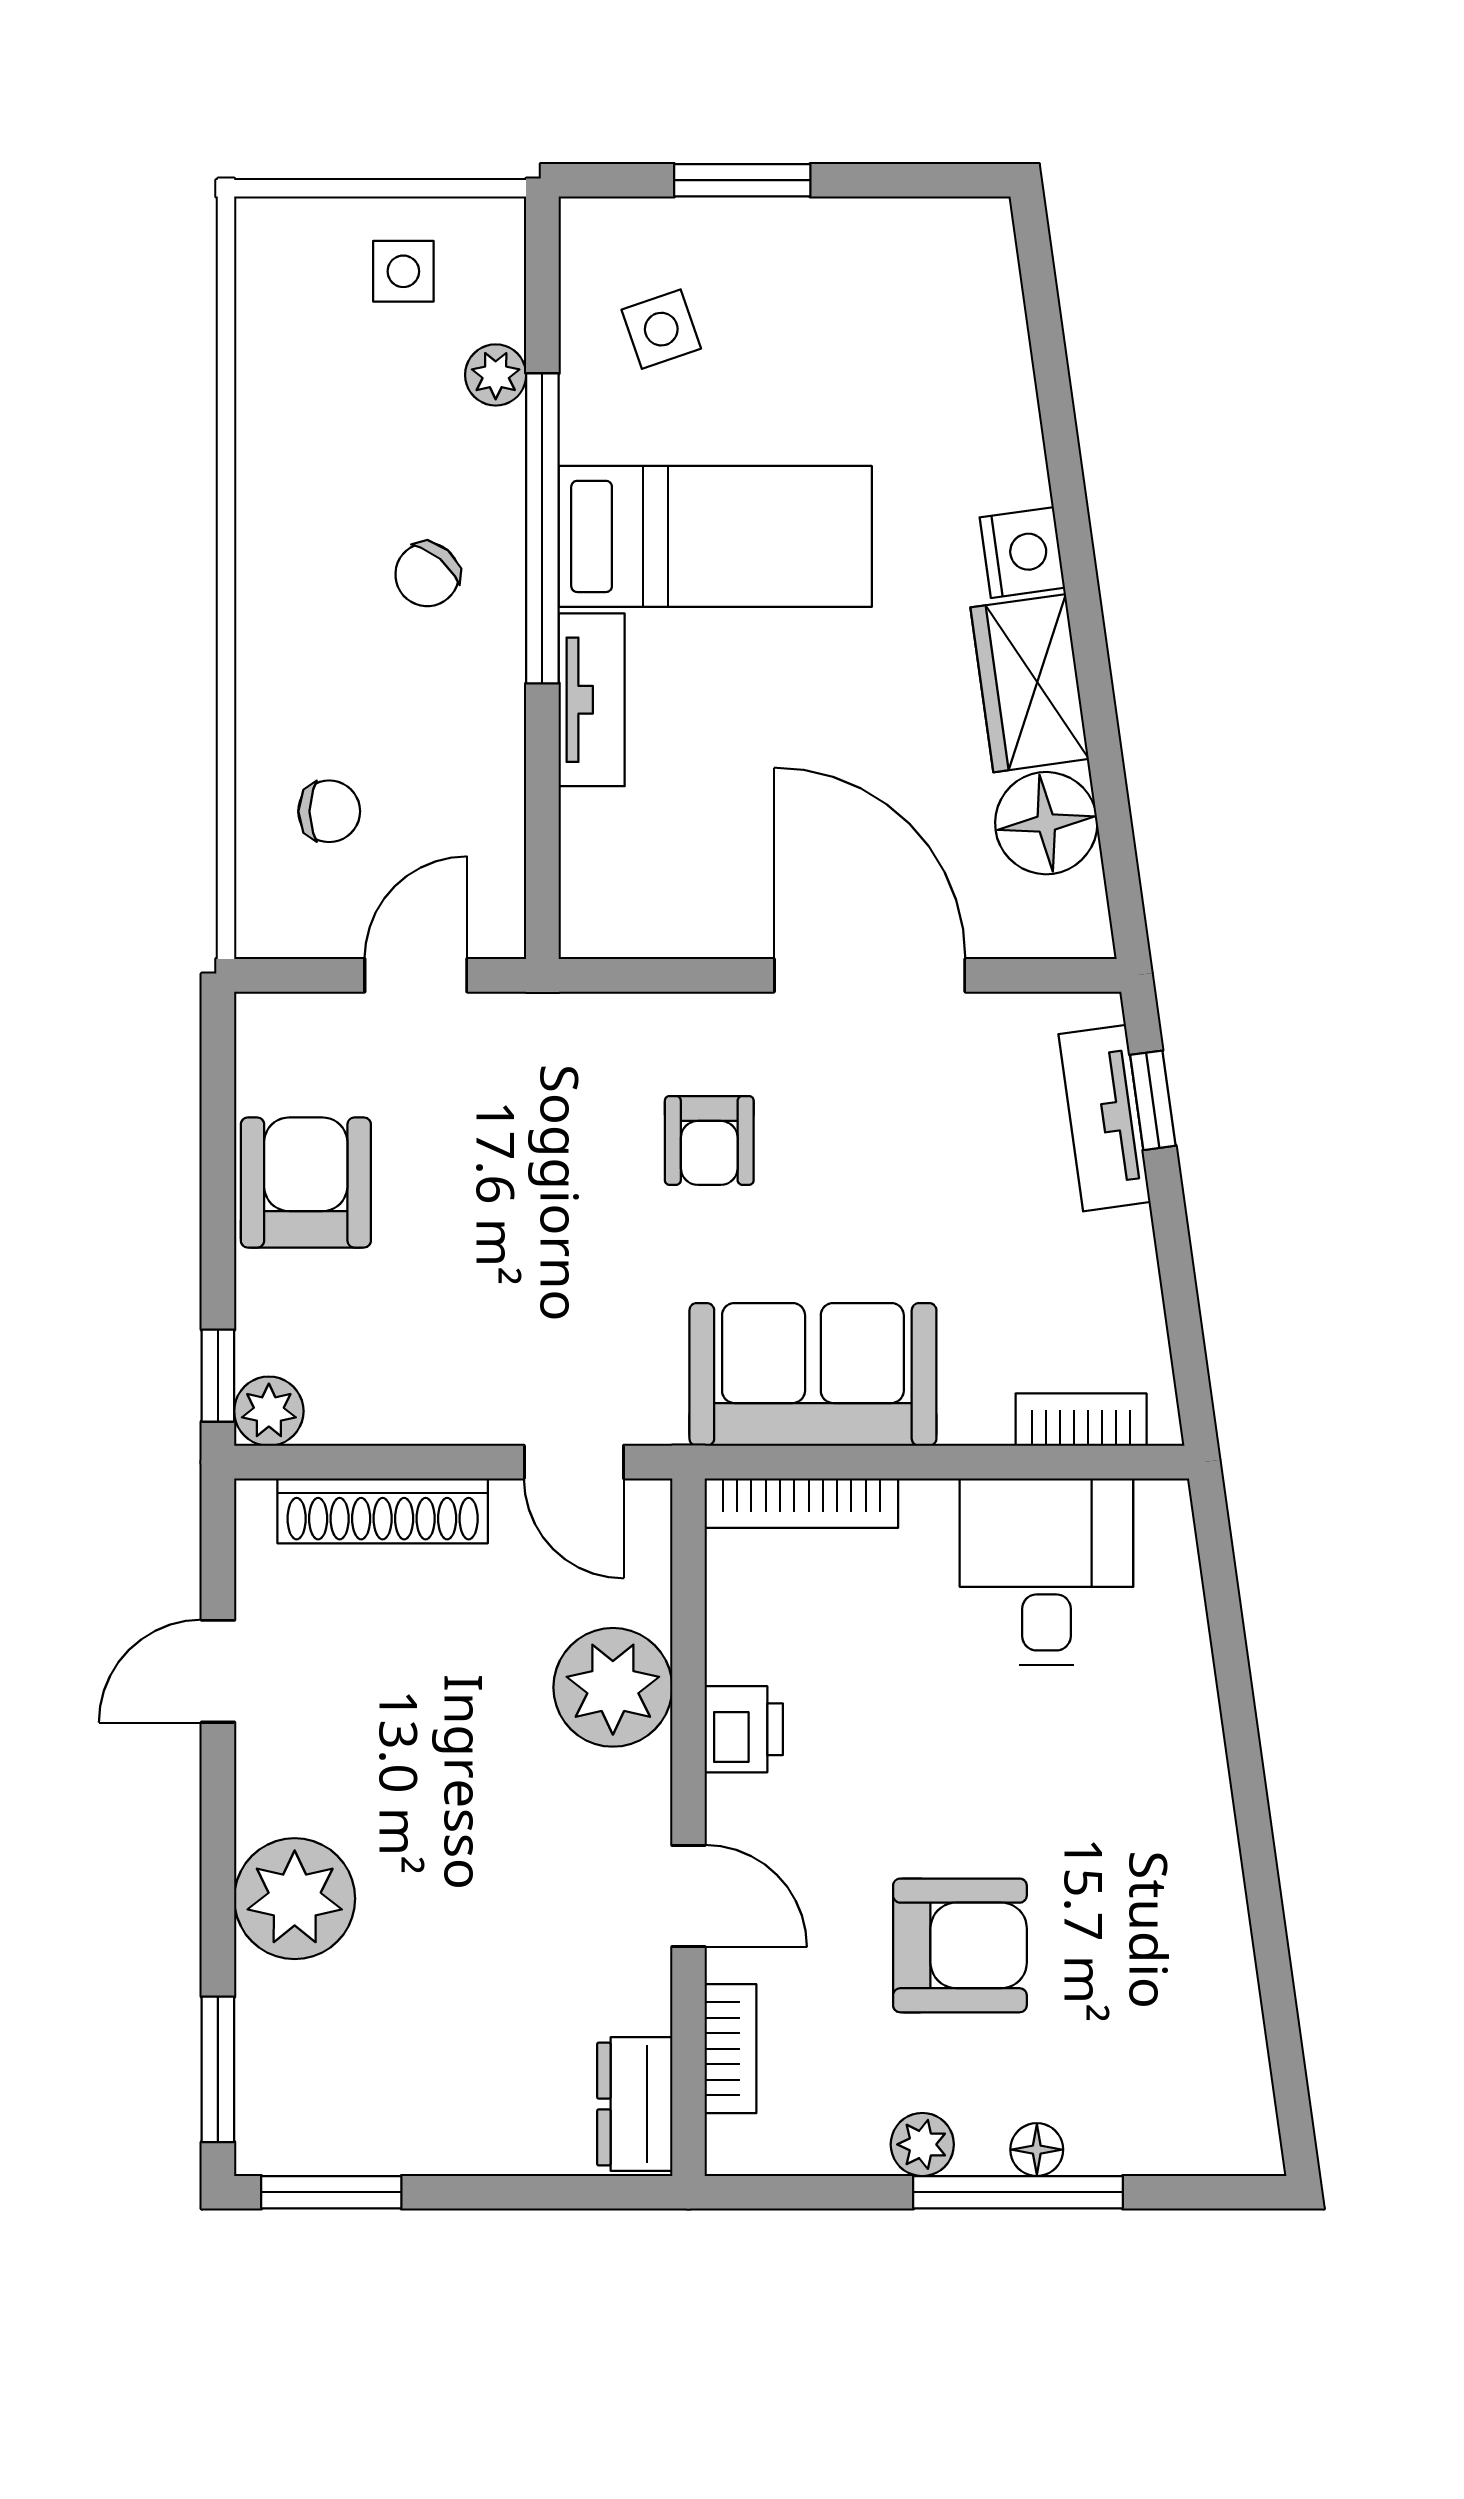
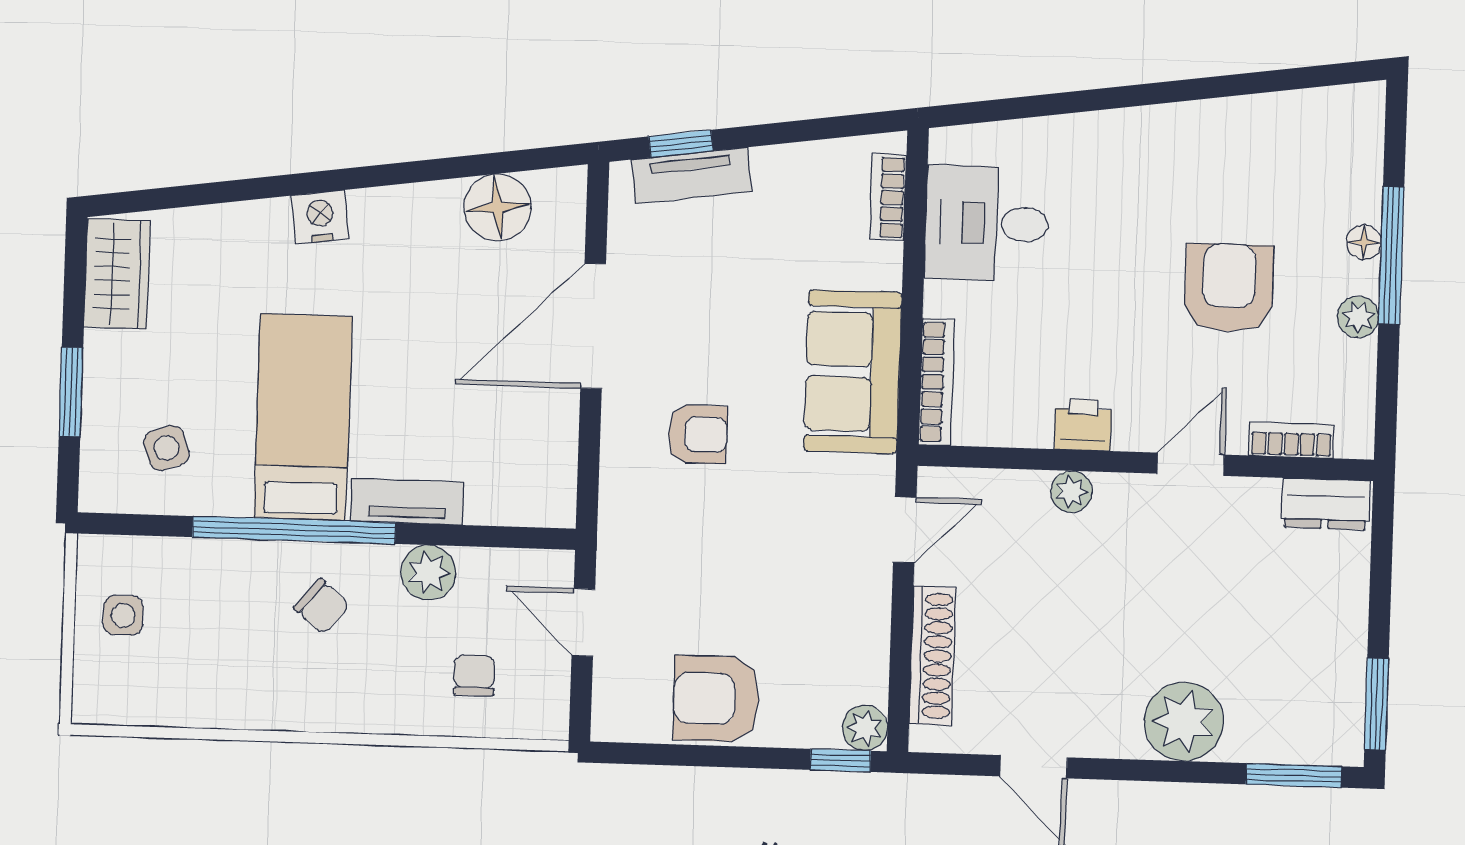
plant: (496, 375) -> (428, 573), moved, width x1.38, depth x1.38
wardrobe: (1030, 683) -> (117, 274), moved, turned -82
plant: (613, 1687) -> (1071, 492), width x0.53, depth x0.53

